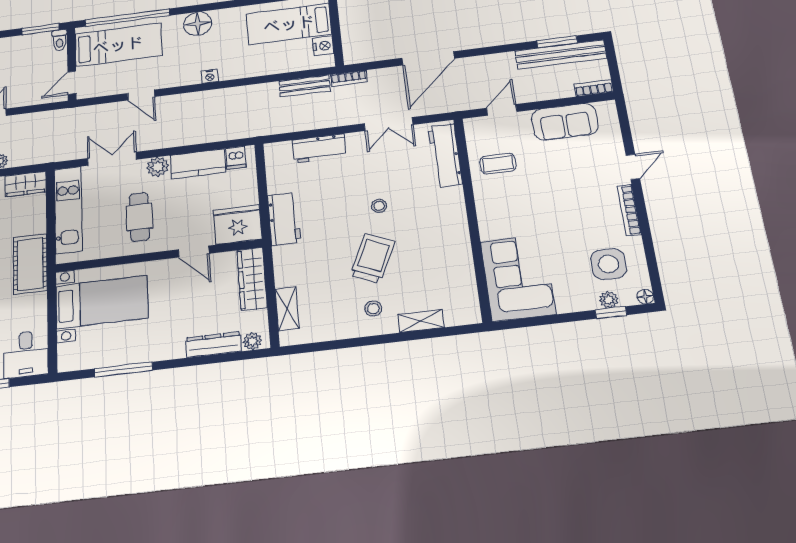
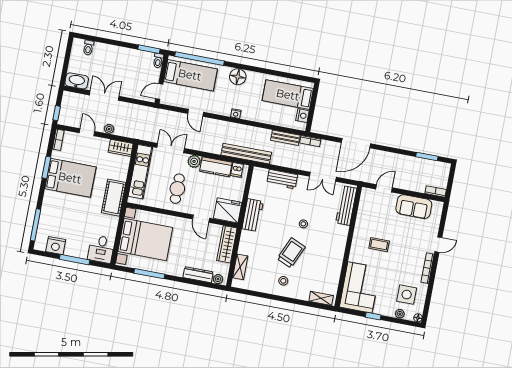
bench: (561, 54) -> (246, 154), moved
coffee table: (498, 164) -> (379, 245), moved
bed with nightstands: (102, 302) -> (145, 240), width x1.36
window: (611, 312) -> (373, 316), moved
shelving: (421, 321) -> (321, 298), moved

